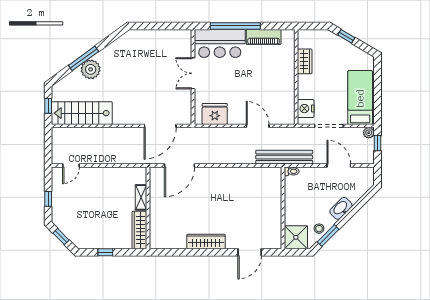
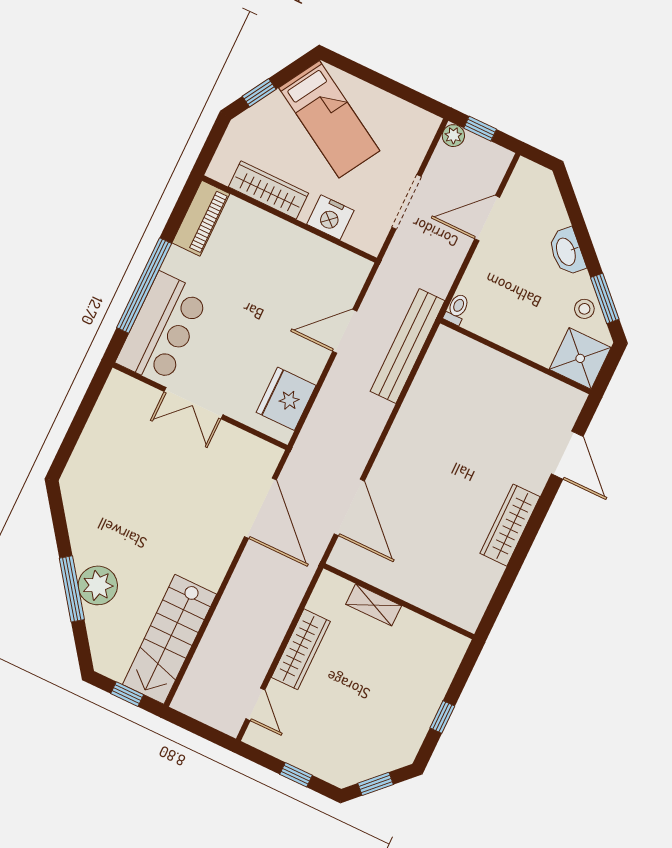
piano: (264, 37) -> (201, 218), moved
wardrobe: (305, 61) -> (268, 190), width x1.50
bed: (360, 98) -> (329, 119), moved, turned -149
nightstand: (306, 109) -> (330, 217), moved
bench: (284, 157) -> (408, 346), moved
wardrobe: (139, 230) -> (301, 649), moved, turned -90

